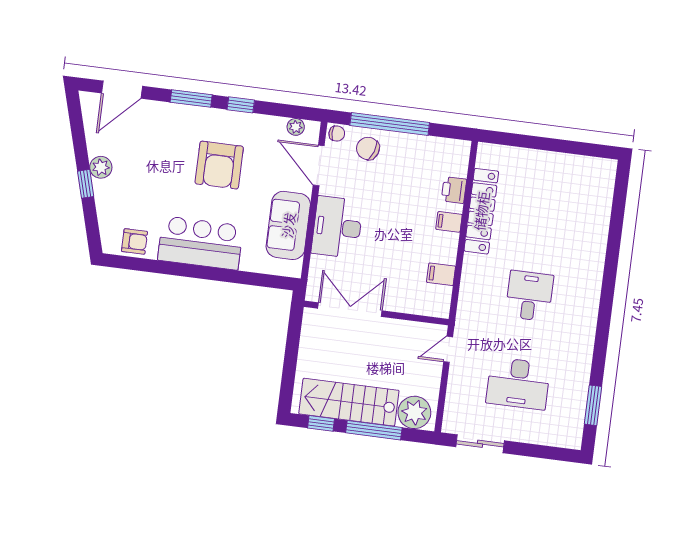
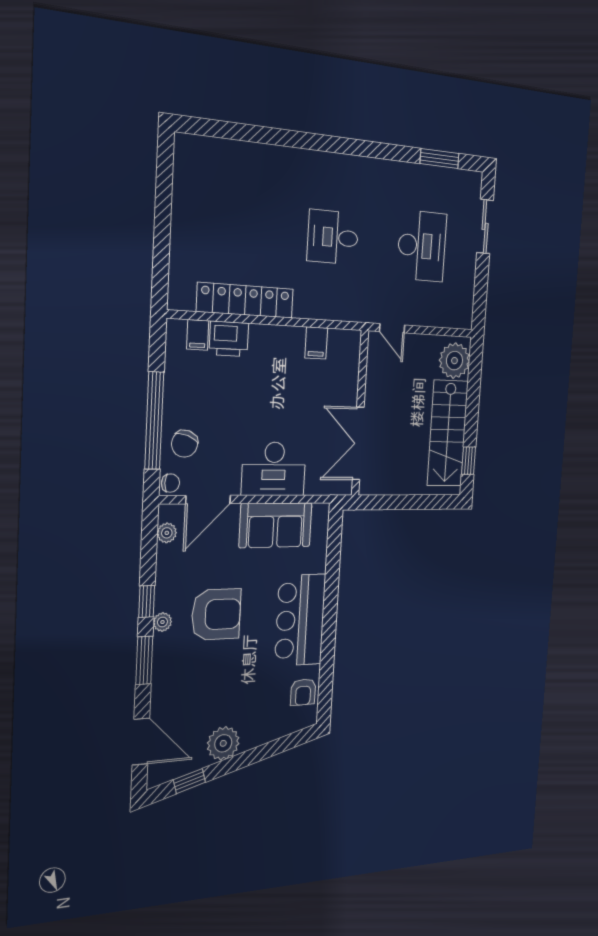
plant: (221, 117) -> (162, 622), added
chair: (337, 133) -> (170, 483), turned 90
plant: (101, 167) -> (223, 743), width x1.36, depth x1.36
window: (86, 184) -> (189, 781), moved
printer: (454, 190) -> (229, 339), width x1.36, depth x1.24
filing cabinet: (449, 222) -> (198, 335), moved
armchair: (135, 241) -> (303, 692), turned 180
window: (374, 430) -> (473, 403), removed
sliding door: (480, 444) -> (485, 226), moved

